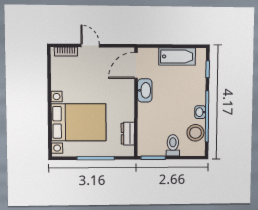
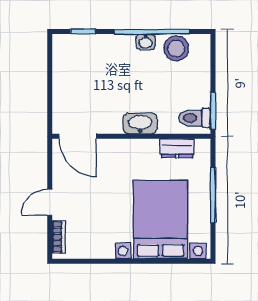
bathtub: (177, 57) -> (65, 76), removed
washbasin: (145, 90) -> (140, 123), moved
toilet: (173, 145) -> (195, 118), moved

